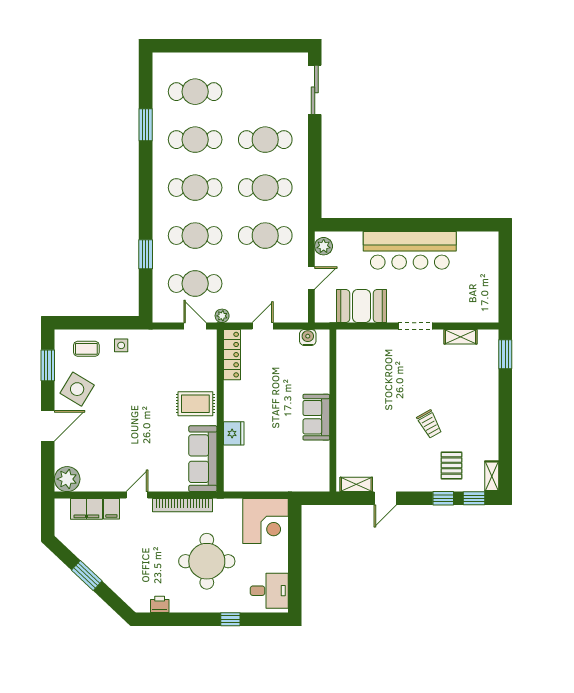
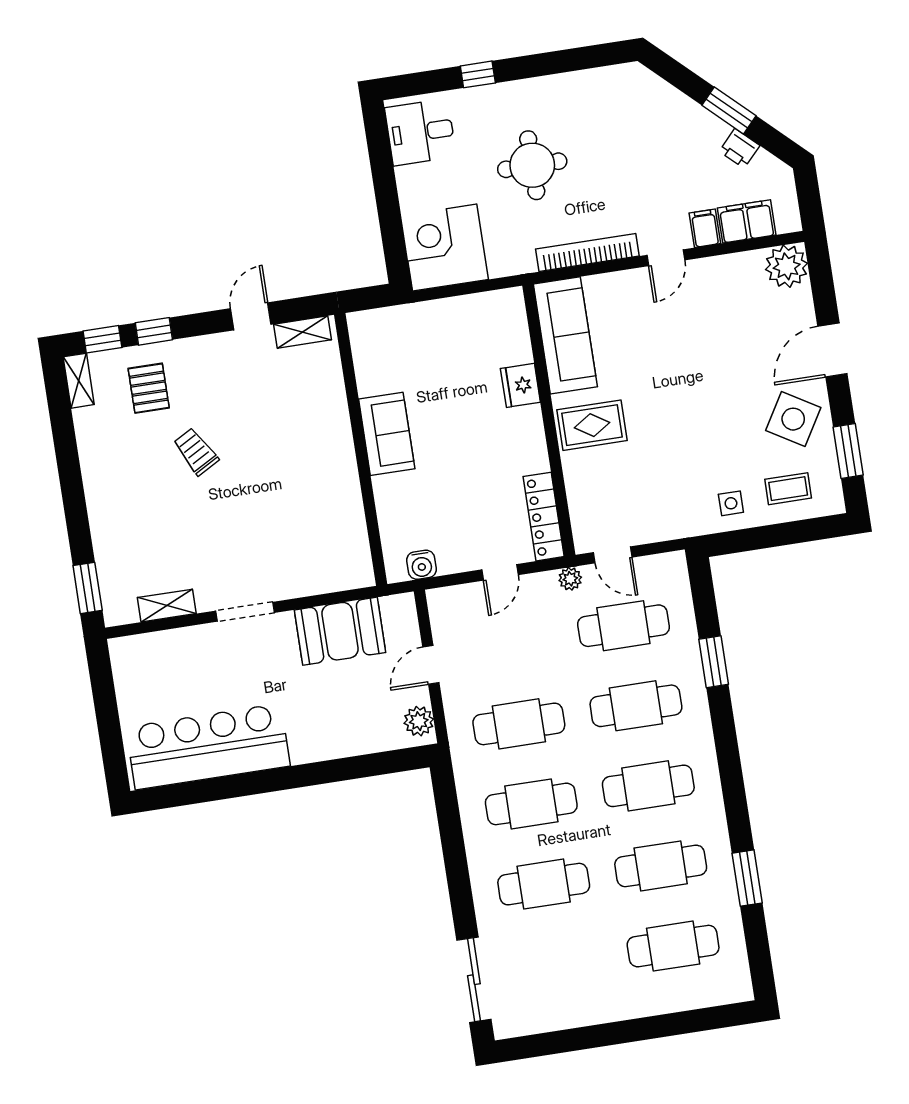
bar counter: (410, 250) -> (208, 747), moved
round table: (207, 561) -> (532, 165), width x0.73, depth x0.73
printer: (160, 604) -> (739, 148), moved, turned 43

